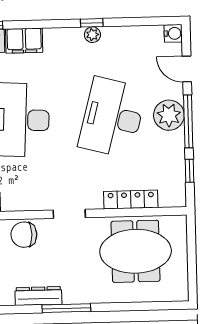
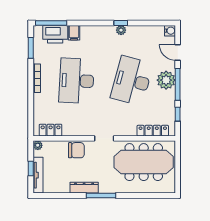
filing cabinet: (24, 41) -> (74, 33), width x0.50
locker: (131, 199) -> (153, 131), moved
chair: (24, 235) -> (76, 150), turned 180
meeting table: (136, 251) -> (144, 162), width x1.36

